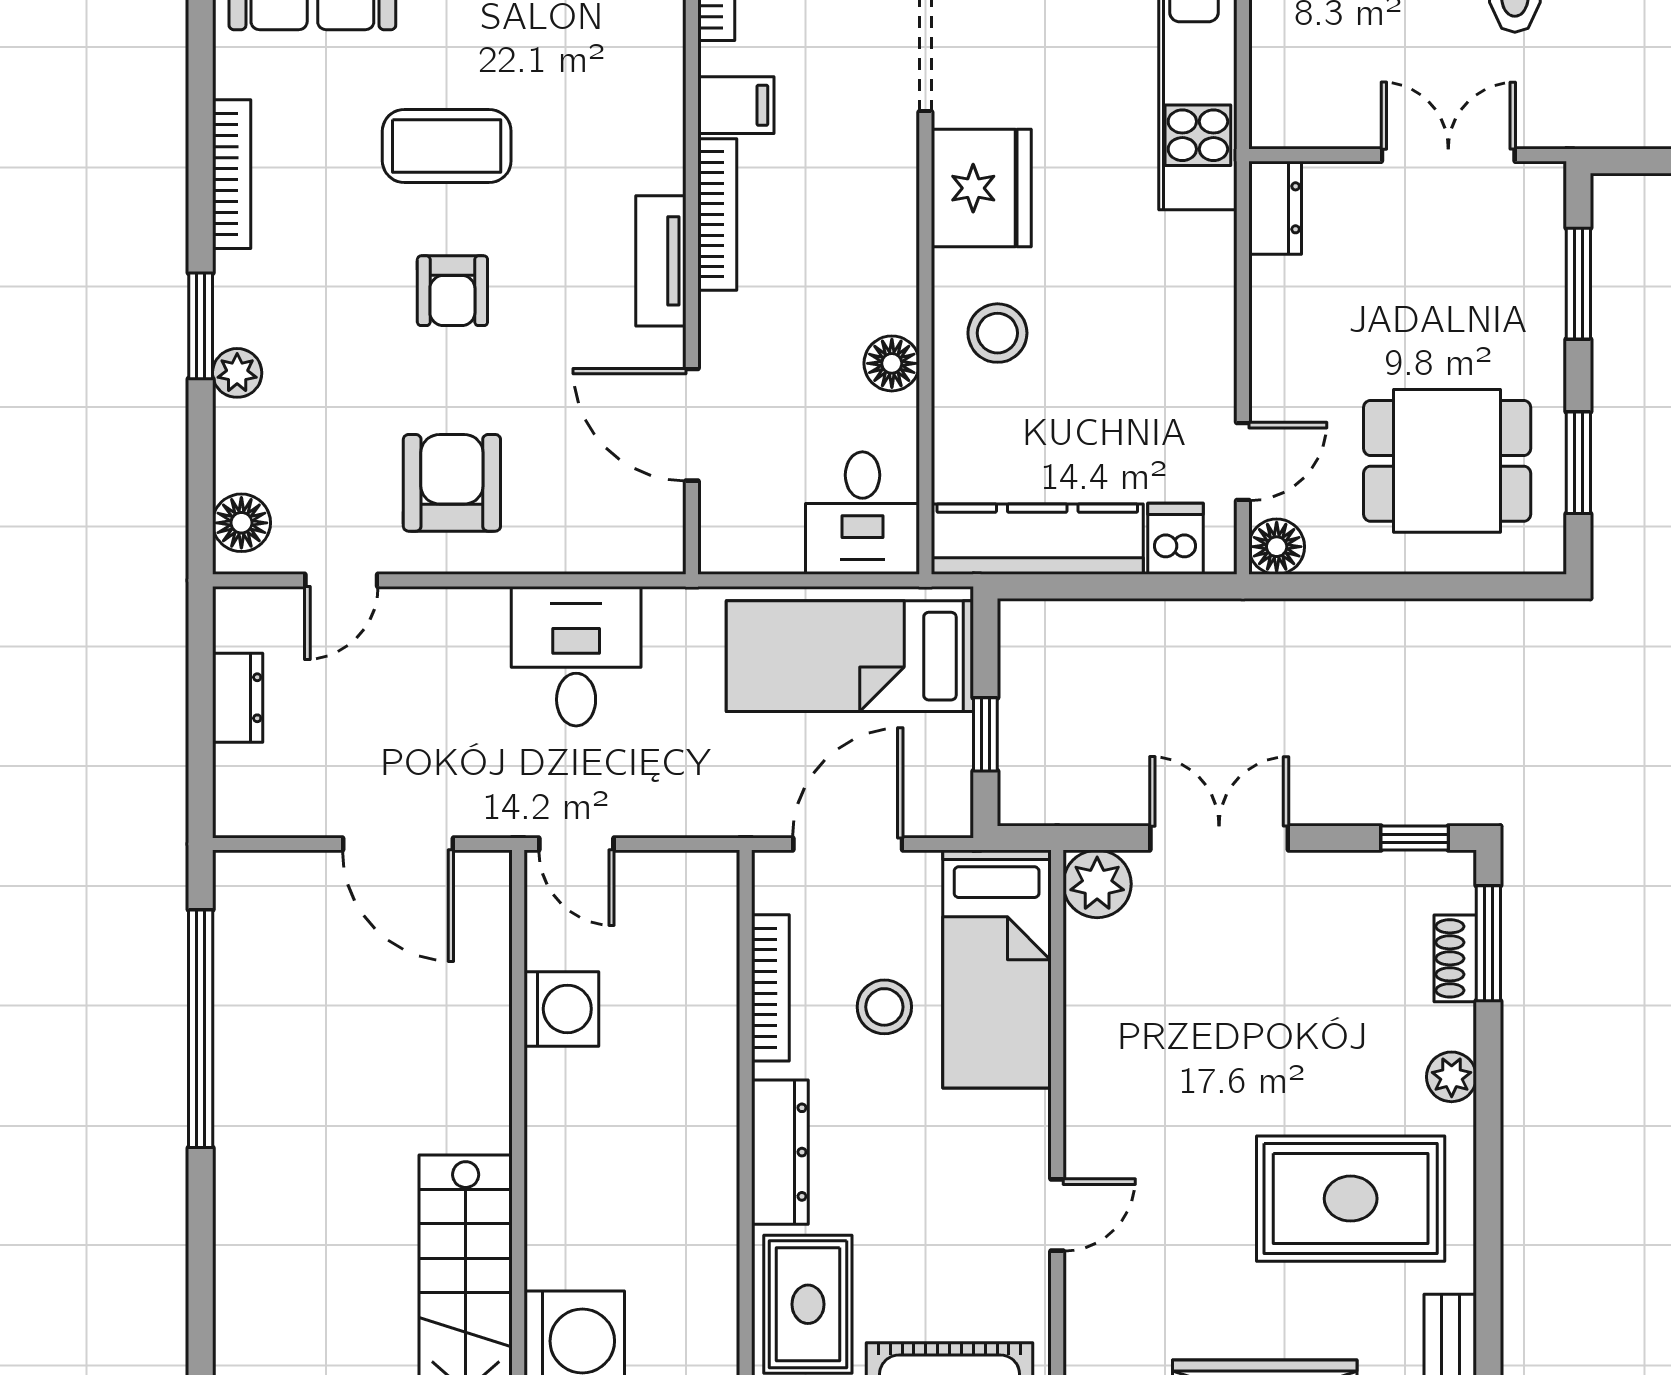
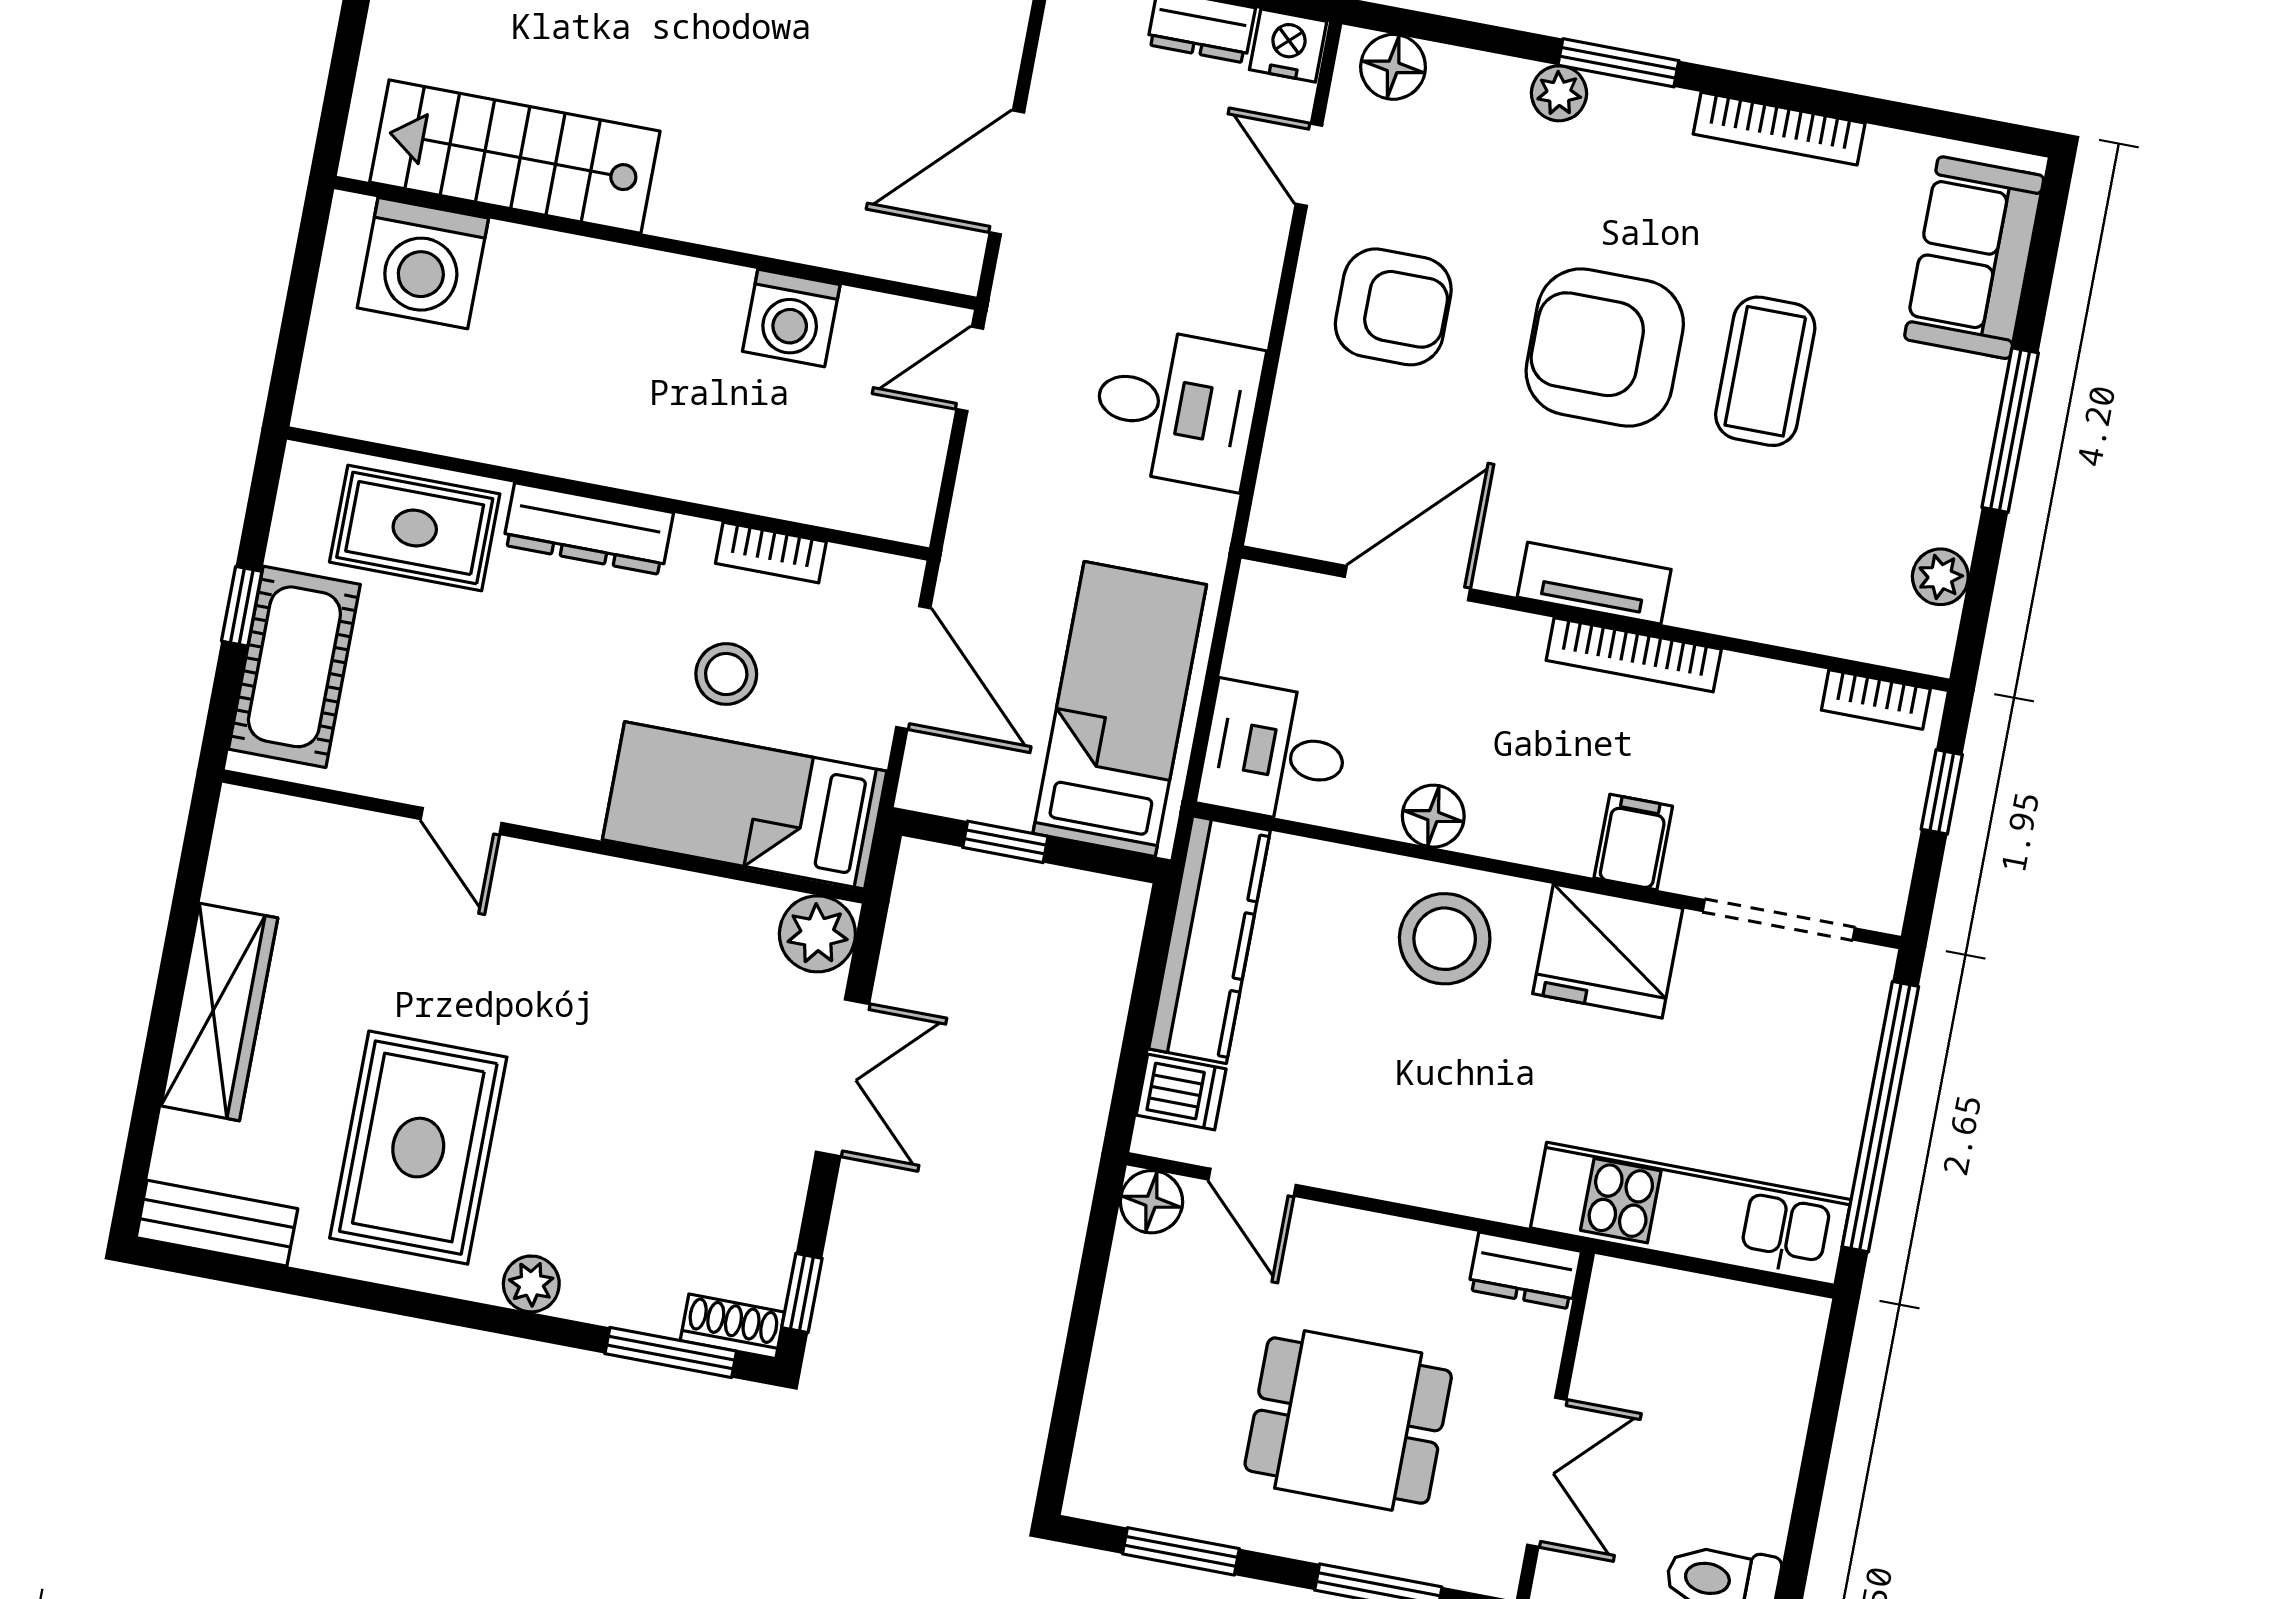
filing cabinet: (736, 105) -> (1633, 842), moved, turned 180
armchair: (452, 291) -> (1605, 347), width x1.88, depth x1.88
stool: (997, 333) -> (1445, 939), width x1.38, depth x1.38
dining table: (1447, 461) -> (1348, 1421), moved, turned 90
nightstand: (240, 618) -> (1288, 46), added
shoe rack: (1455, 958) -> (732, 1326), moved
bookcase: (770, 988) -> (771, 553), width x0.64

